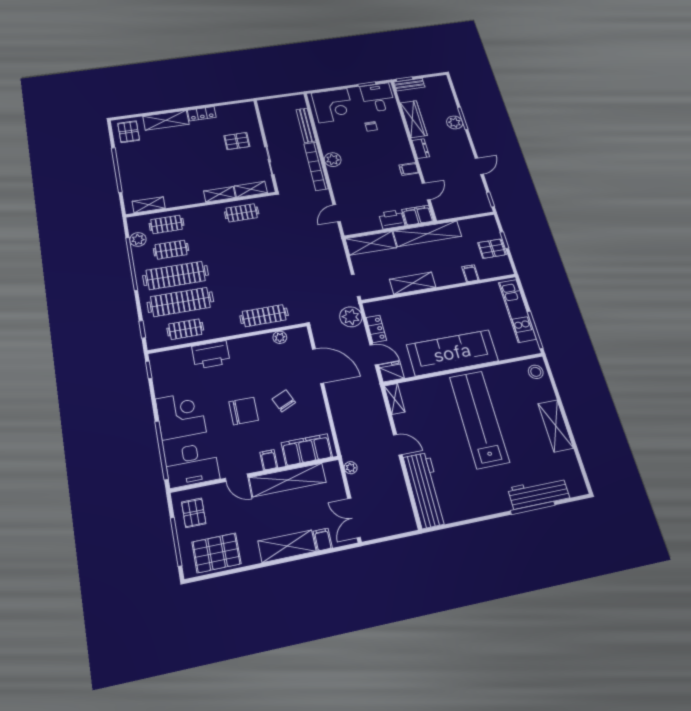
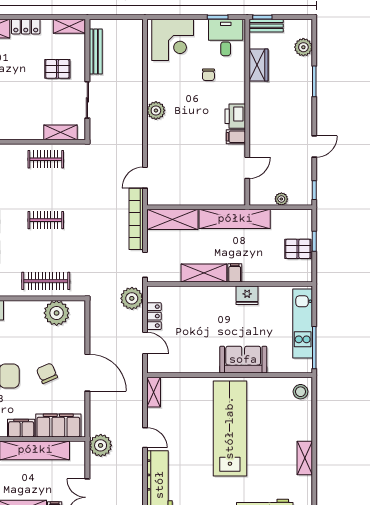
wardrobe: (414, 119) -> (259, 65), width x0.67
plant: (455, 122) -> (303, 47), moved
bench: (306, 125) -> (96, 51), moved
dresser: (421, 149) -> (256, 113), removed
bookcase: (316, 166) -> (136, 219), moved
shelving: (219, 194) -> (69, 26), moved
plant: (464, 211) -> (281, 199), added
filing cabinet: (418, 215) -> (230, 195), removed
printer: (392, 219) -> (235, 116), moved, turned -90
clothes rail: (253, 263) -> (46, 220), added
filing cabinet: (470, 273) -> (235, 273), moved
plant: (280, 337) -> (57, 313), width x1.88, depth x1.88
sofa: (452, 353) -> (243, 360), width x0.54, depth x0.79
door: (318, 366) -> (87, 373), moved
fridge: (391, 372) -> (247, 295), moved, turned 180
shelving: (556, 426) -> (305, 458), width x0.67, depth x0.75
filing cabinet: (269, 460) -> (21, 428), width x2.00
plant: (351, 468) -> (101, 445), width x1.87, depth x1.87

